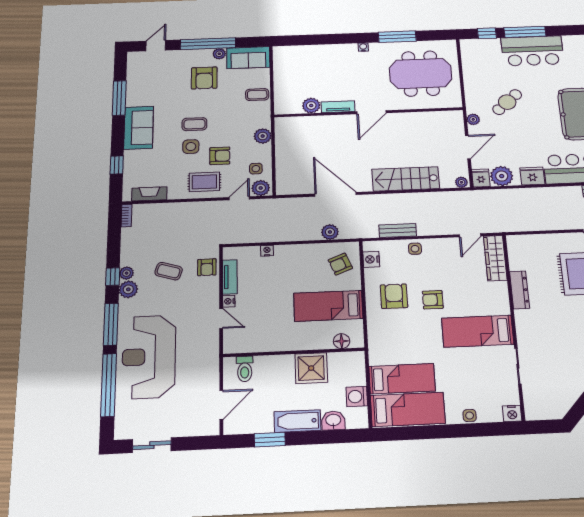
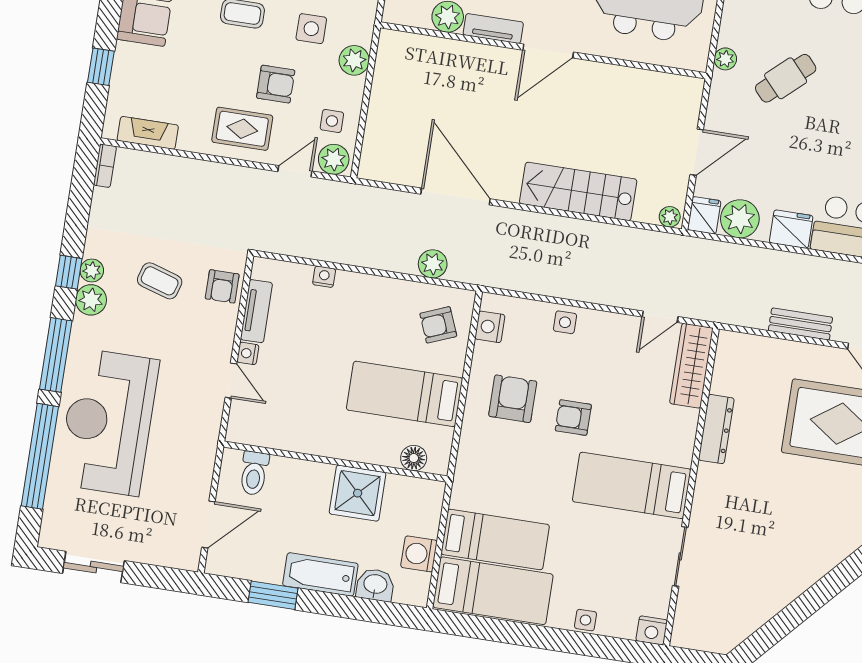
plant: (473, 119) -> (725, 59), moved
side table: (191, 147) -> (311, 29), moved
bench: (398, 231) -> (800, 324), moved

